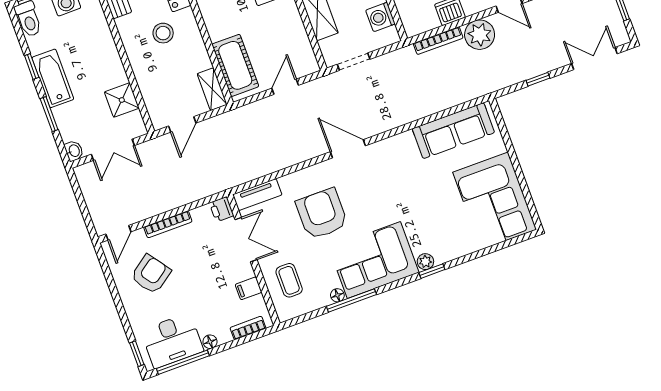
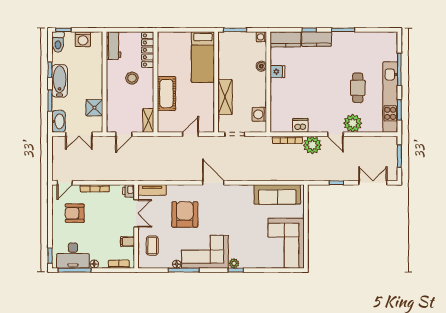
cot: (235, 65) -> (166, 94), moved
washbasin: (74, 151) -> (59, 121), width x1.91, depth x1.45
armchair: (151, 274) -> (75, 213), turned -144

